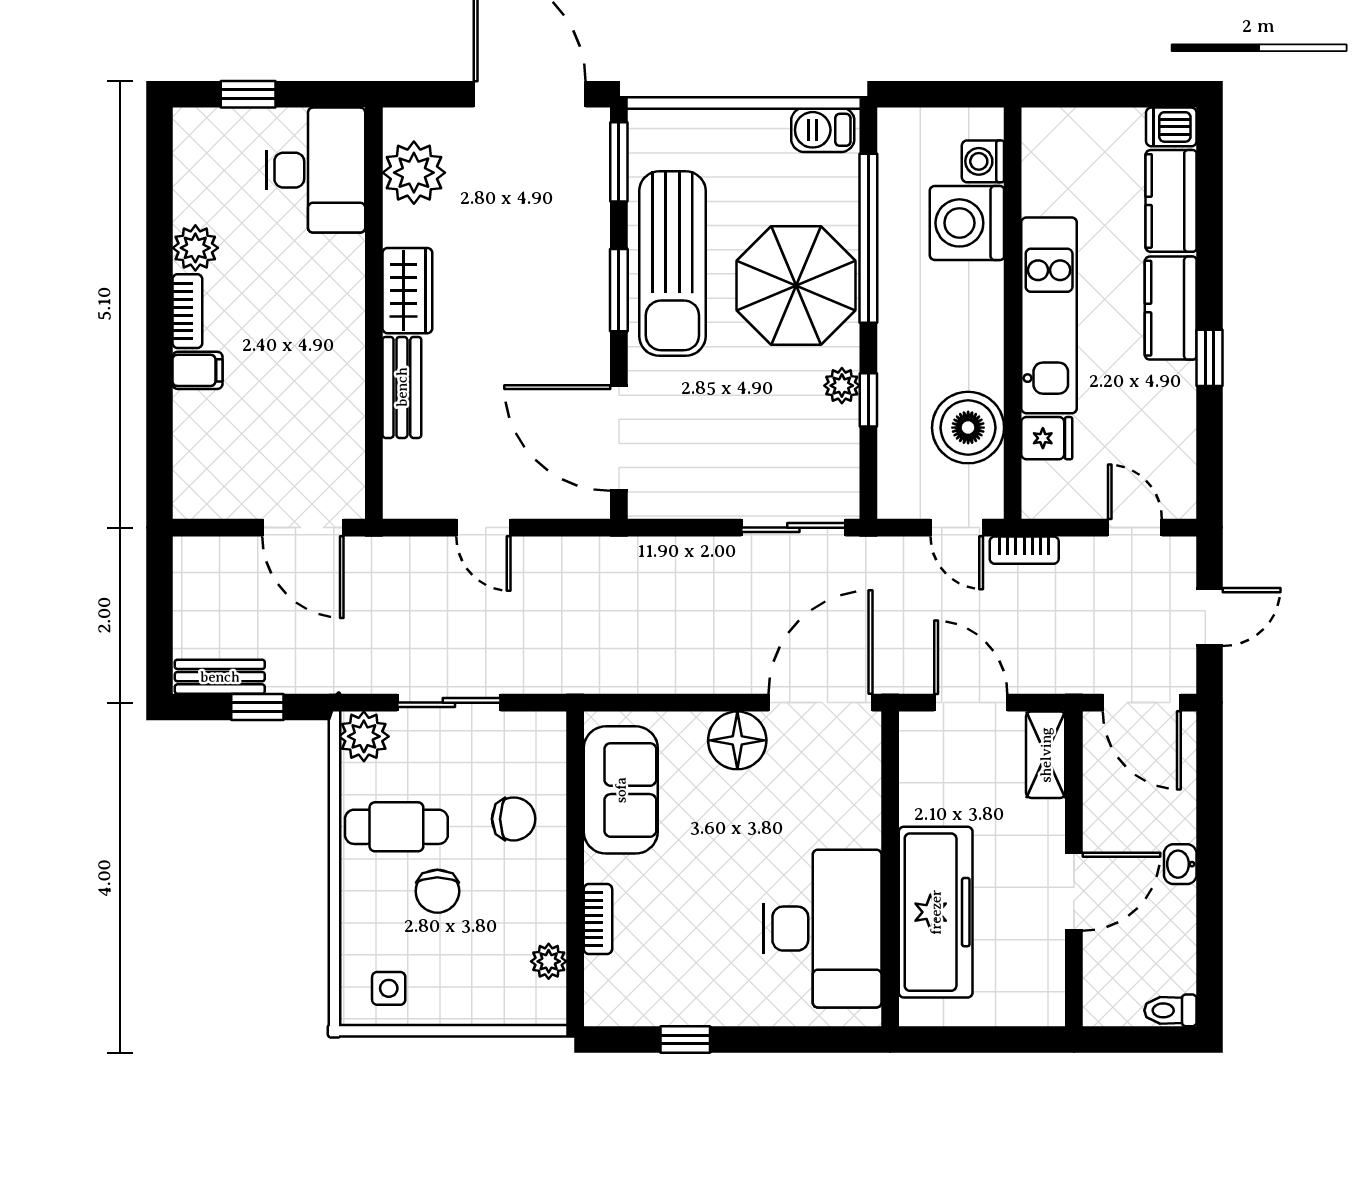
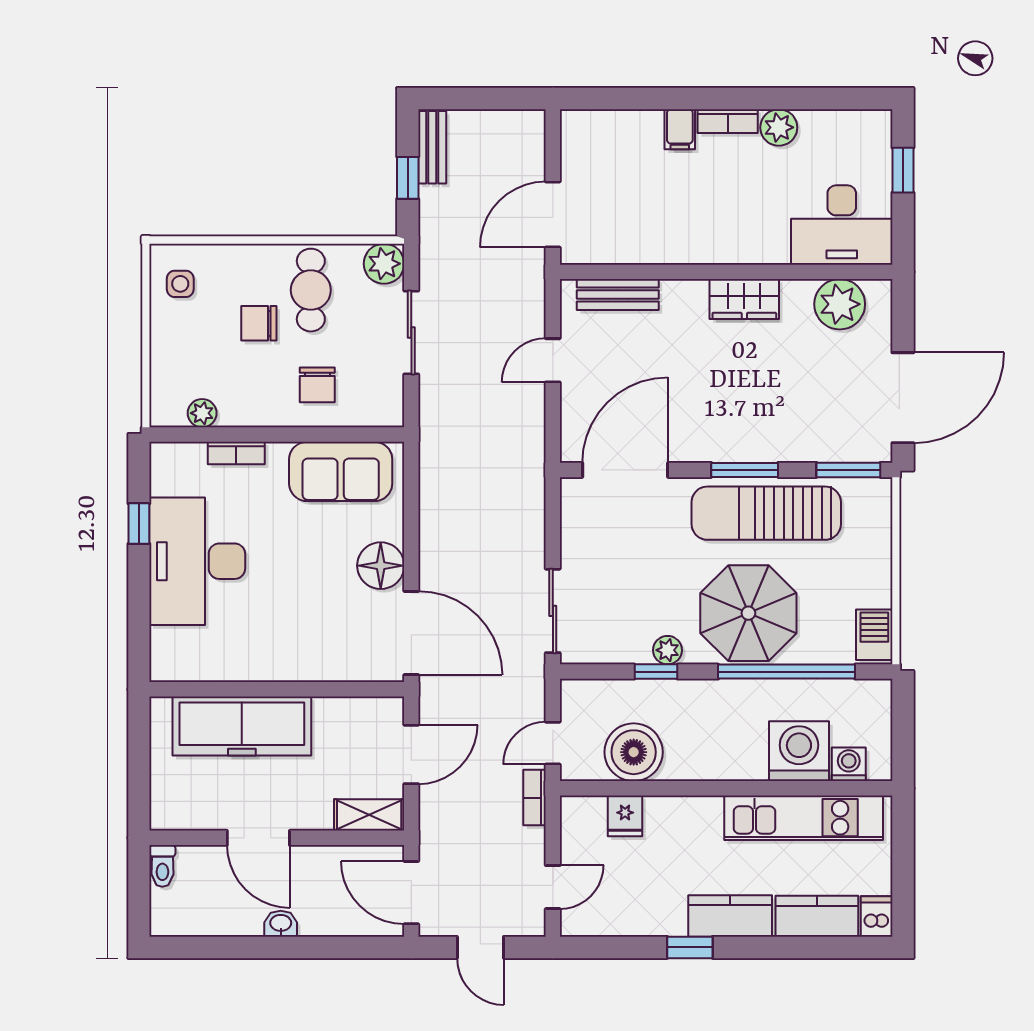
kitchen unit: (1049, 315) -> (804, 818), moved
bench: (402, 387) -> (618, 295), moved
door: (1142, 703) -> (411, 893), hinge flipped
desk: (822, 929) -> (197, 561), moved, turned 90
toilet: (1170, 1010) -> (162, 866), moved, turned 180

